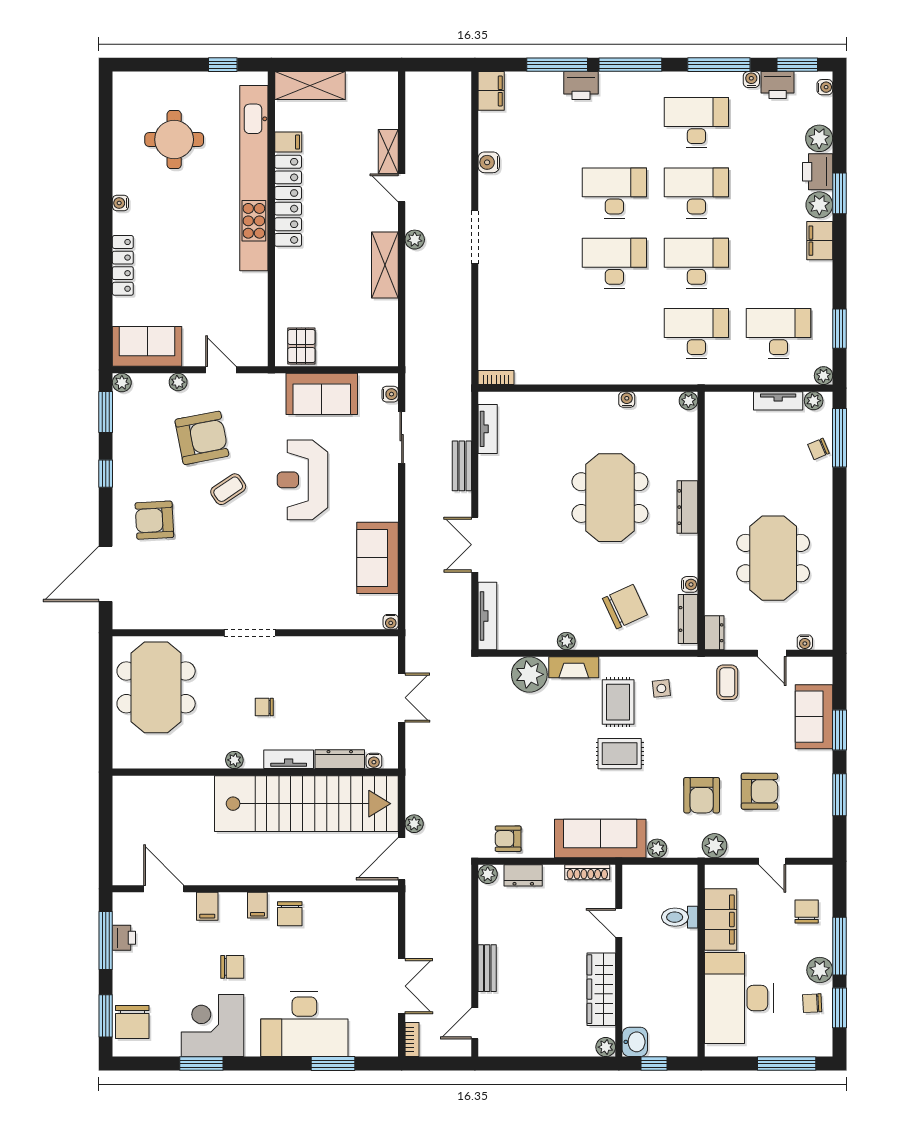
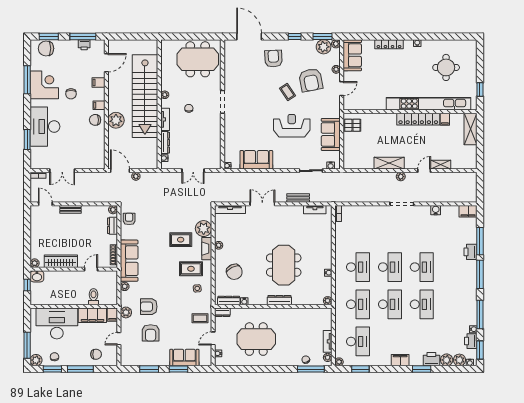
desk: (696, 123) -> (358, 267), moved
plant: (819, 205) -> (459, 360), moved
plant: (128, 410) -> (324, 47), added
meeting table: (610, 498) -> (284, 265), turned 90
rug: (620, 754) -> (181, 240), moved, turned 90
stairs: (306, 804) -> (145, 96), moved
plant: (291, 868) -> (116, 120), added
filing cabinet: (719, 876) -> (112, 315), added
plant: (820, 970) -> (36, 360), moved
window: (201, 1064) -> (27, 80), width x1.44

